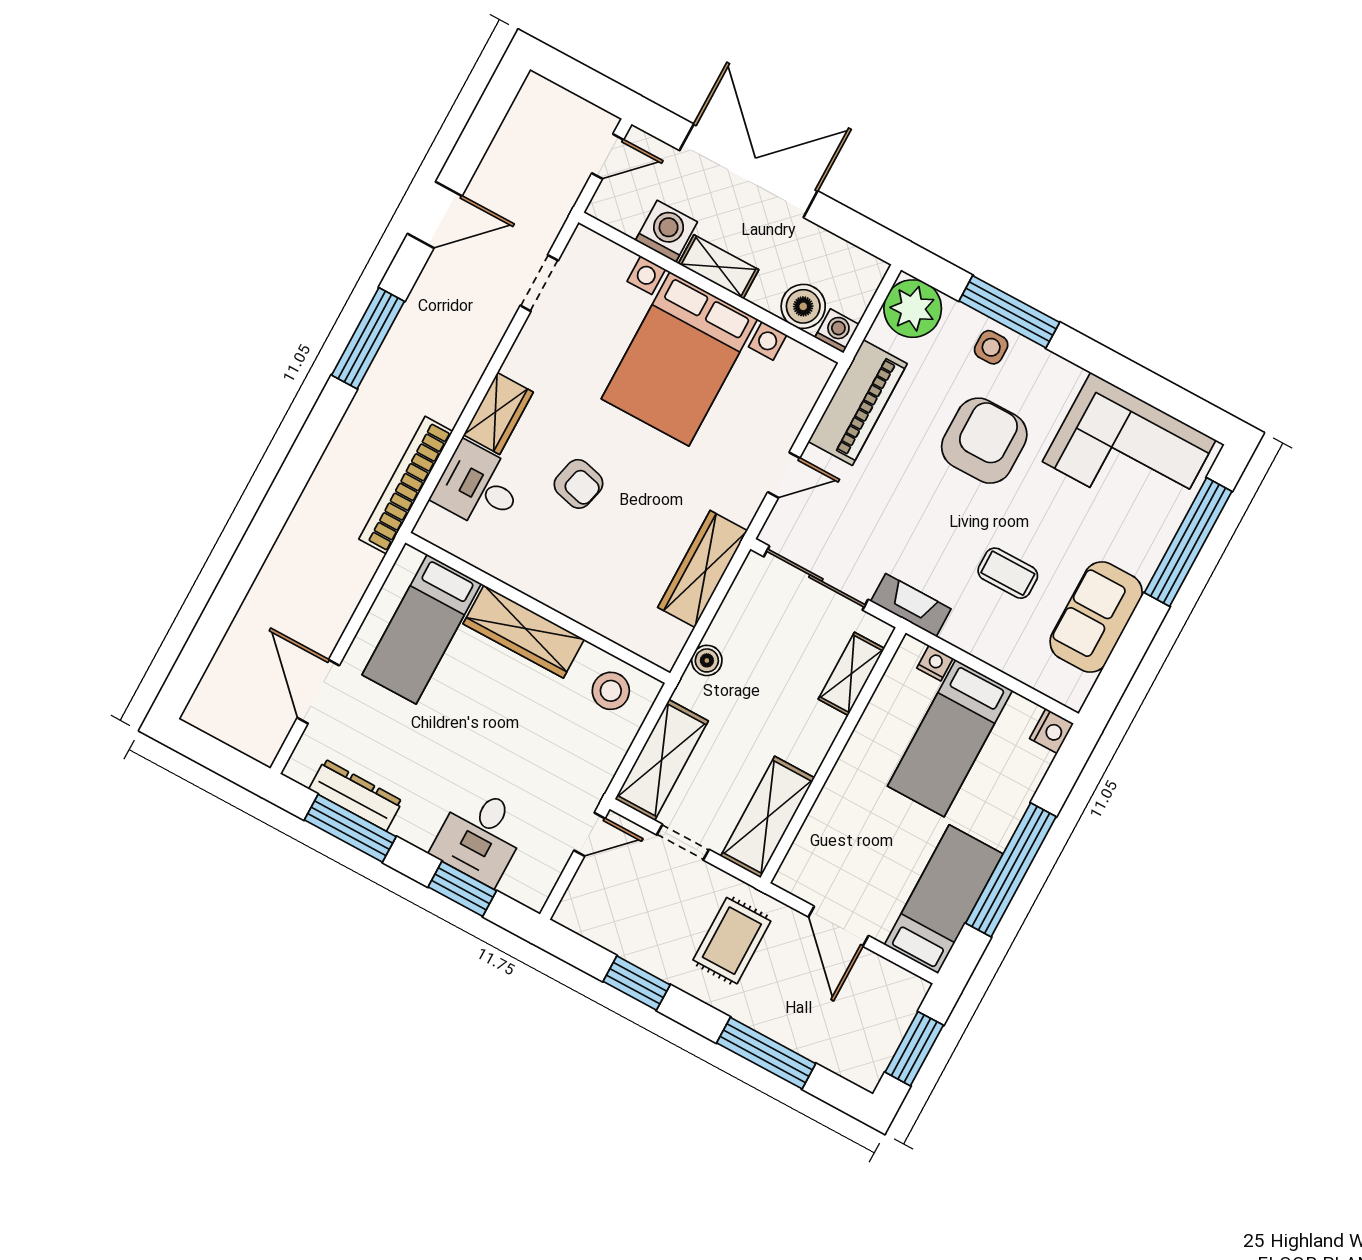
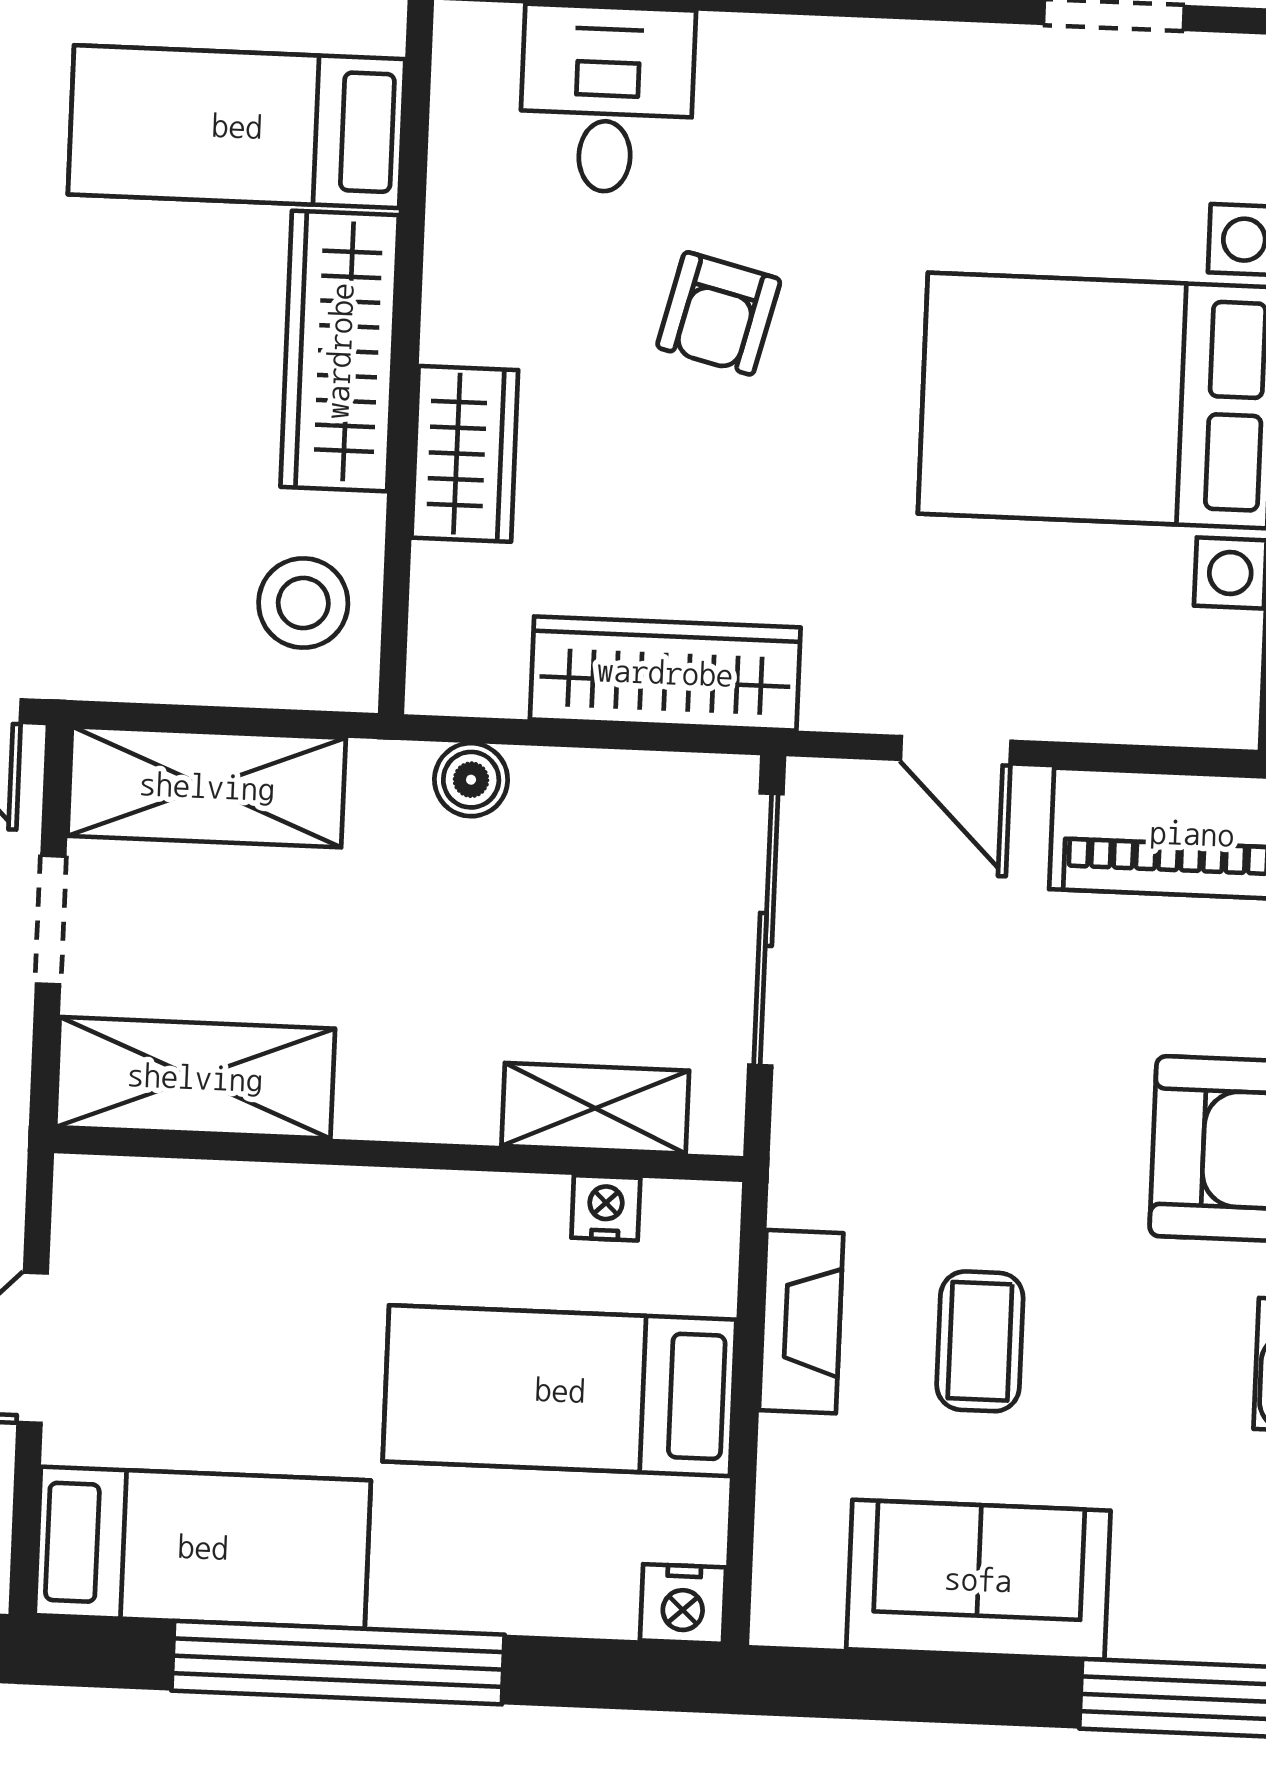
wardrobe: (498, 413) -> (465, 454), moved, turned -90
fireplace: (911, 605) -> (801, 1322), moved
nightstand: (935, 663) -> (606, 1208), moved, turned -90

